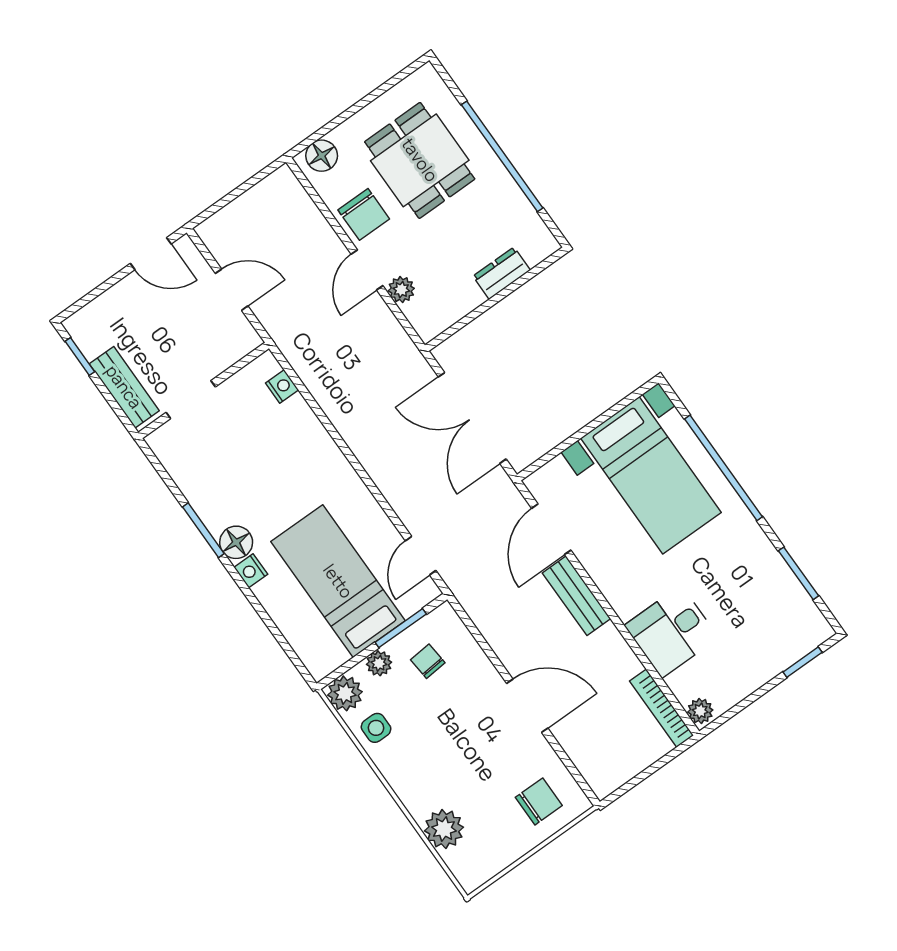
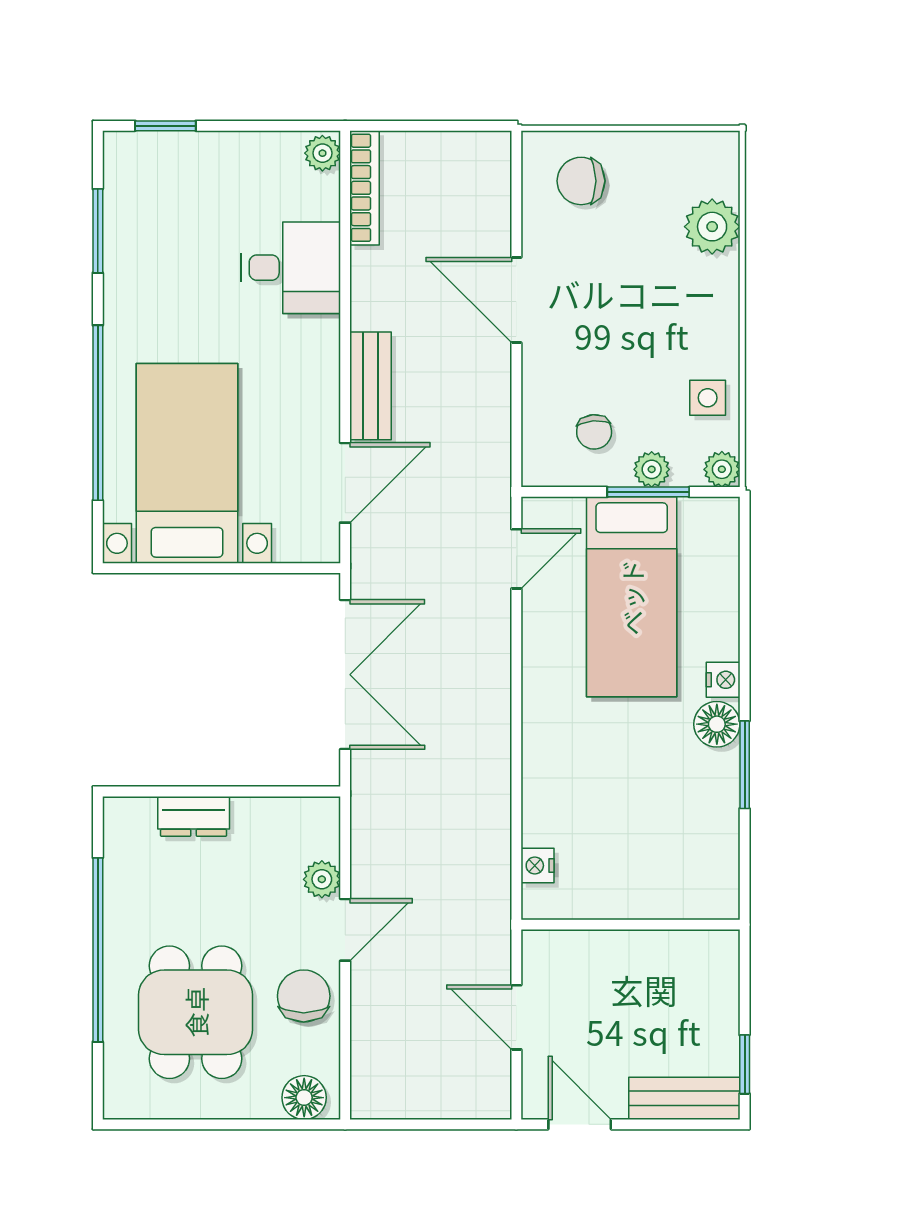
bench: (124, 387) -> (684, 1098), moved, turned 90
doorway: (191, 400) -> (653, 925), removed
window: (401, 628) -> (648, 492), moved
plant: (345, 693) -> (722, 469), width x0.73, depth x0.73

